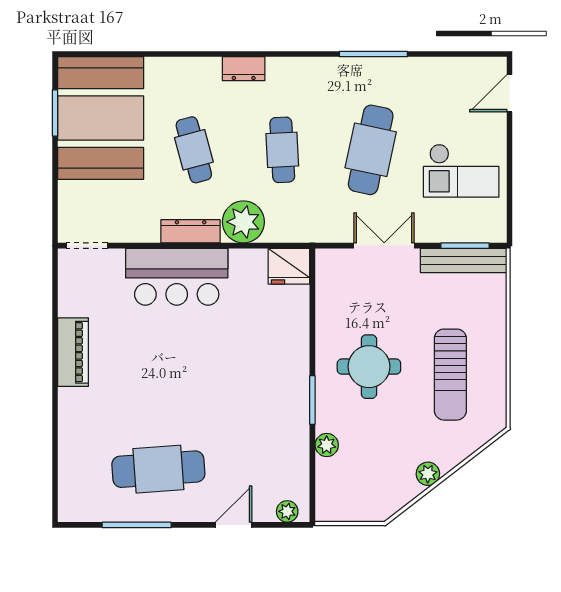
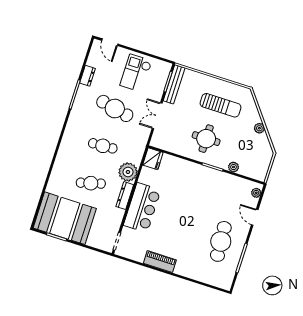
dresser: (244, 69) -> (88, 76), moved
checkout: (461, 171) -> (136, 73), turned 180

